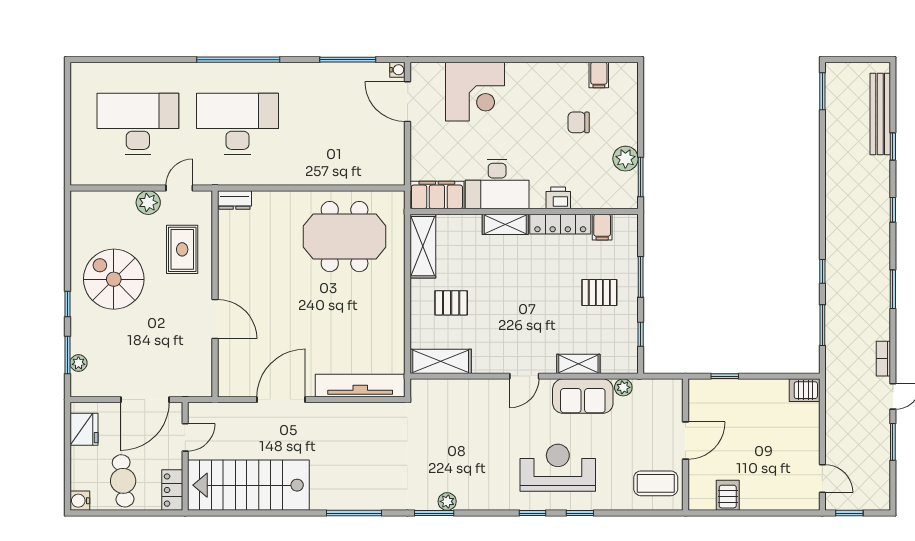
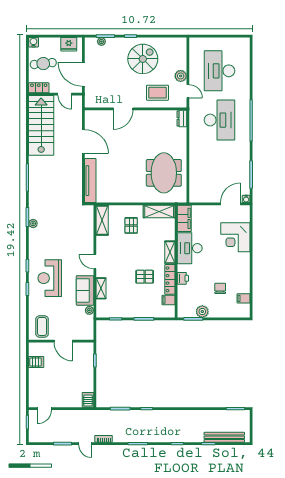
desk: (138, 124) -> (219, 71), turned 180
pallet: (599, 293) -> (145, 277), moved, turned 90
reception desk: (558, 468) -> (50, 278), turned 180

